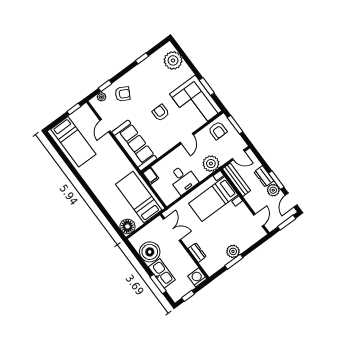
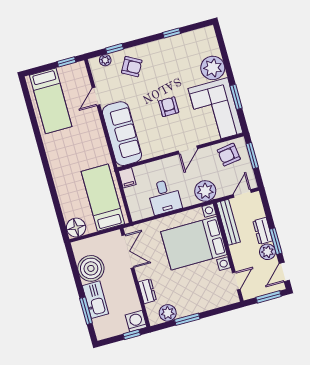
plant: (173, 60) -> (213, 68), moved
armchair: (218, 131) -> (229, 155), turned 82
door: (238, 155) -> (242, 193), swing flipped
bed with nightstands: (213, 199) -> (194, 243), width x1.36
plant: (233, 251) -> (168, 313), moved
window: (188, 296) -> (132, 335), moved

